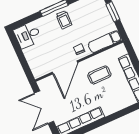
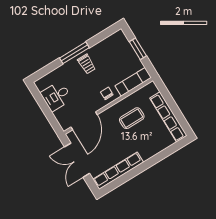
desk: (28, 35) -> (56, 96), moved
door: (65, 67) -> (84, 121), moved

